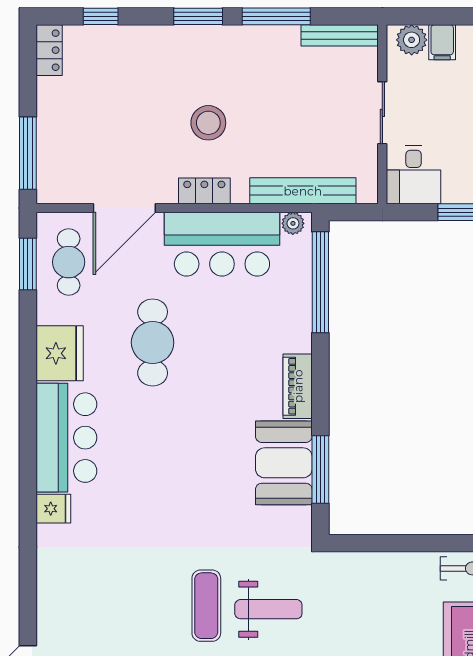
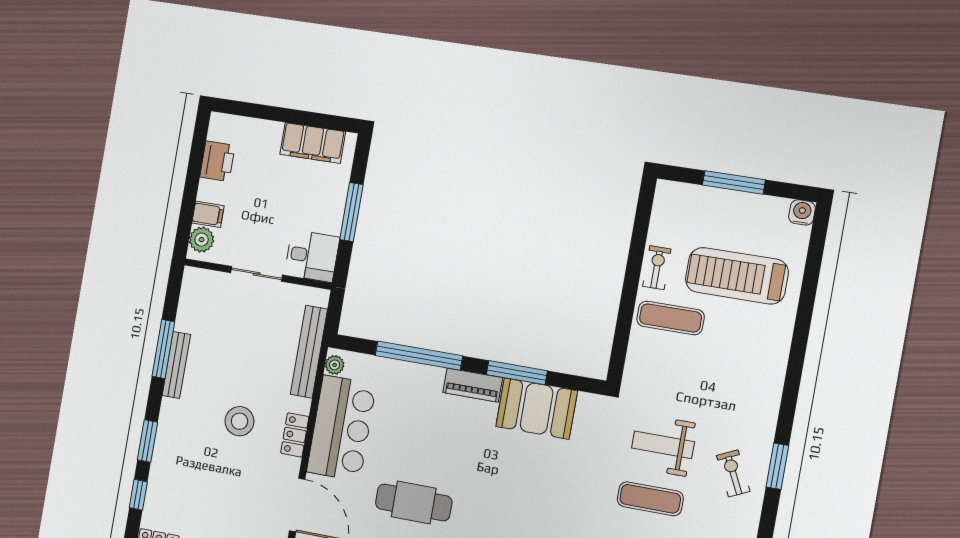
window: (198, 16) -> (148, 441), moved
bench: (340, 35) -> (176, 365), moved
window: (320, 282) -> (419, 356), moved
window: (320, 470) -> (517, 373), moved
exercise mat: (410, 593) -> (670, 318), added
weight bench: (268, 609) -> (663, 445), turned -90

